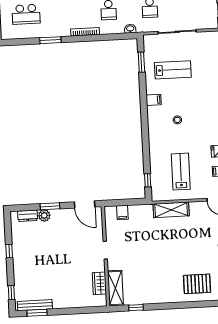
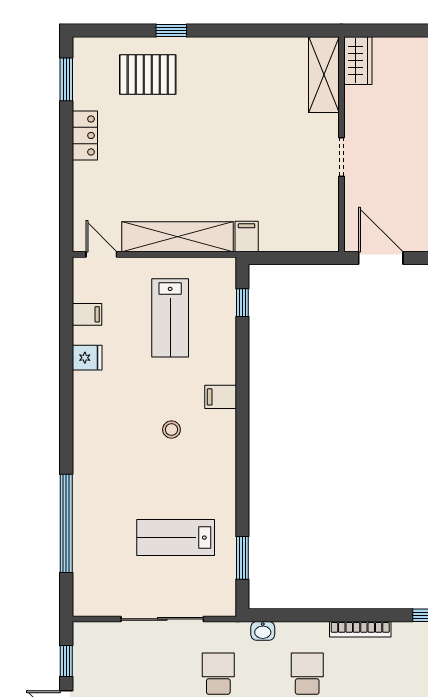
filing cabinet: (154, 100) -> (221, 397), moved
shelving: (171, 210) -> (177, 237), width x1.47
filing cabinet: (122, 212) -> (247, 237), moved
wardrobe: (99, 283) -> (358, 61), moved
window: (136, 308) -> (171, 30), moved

